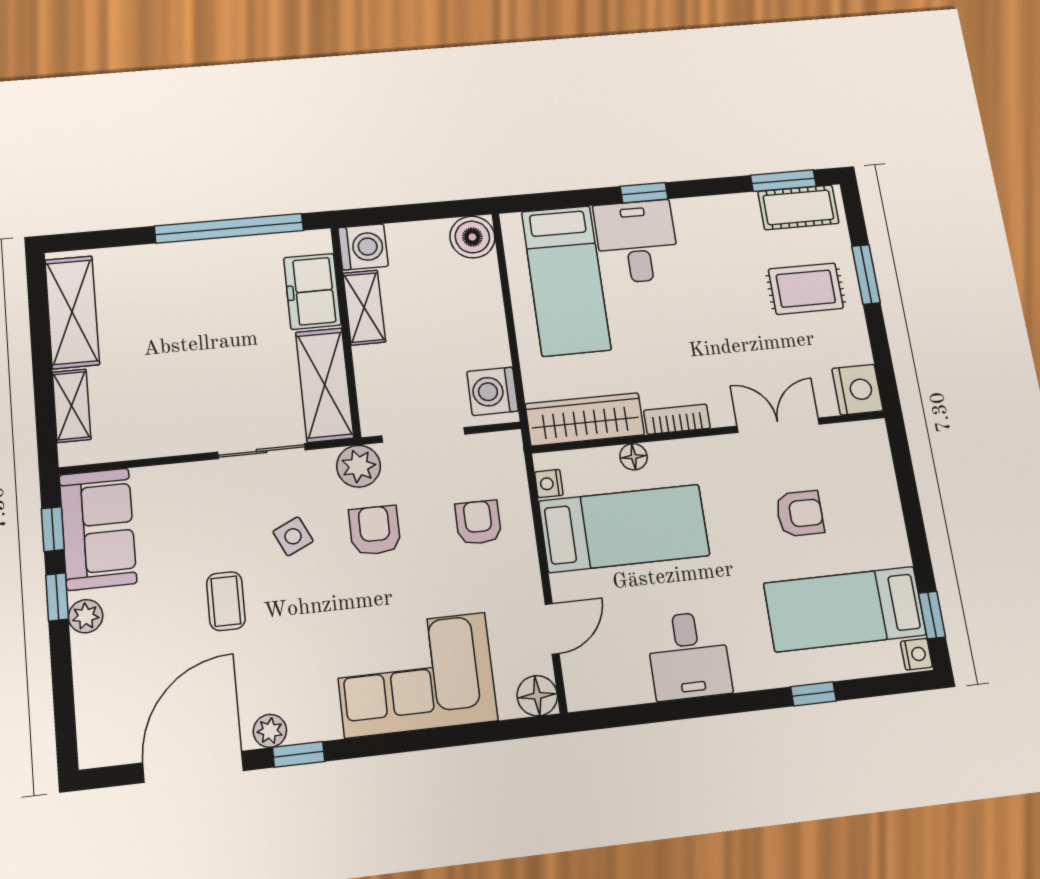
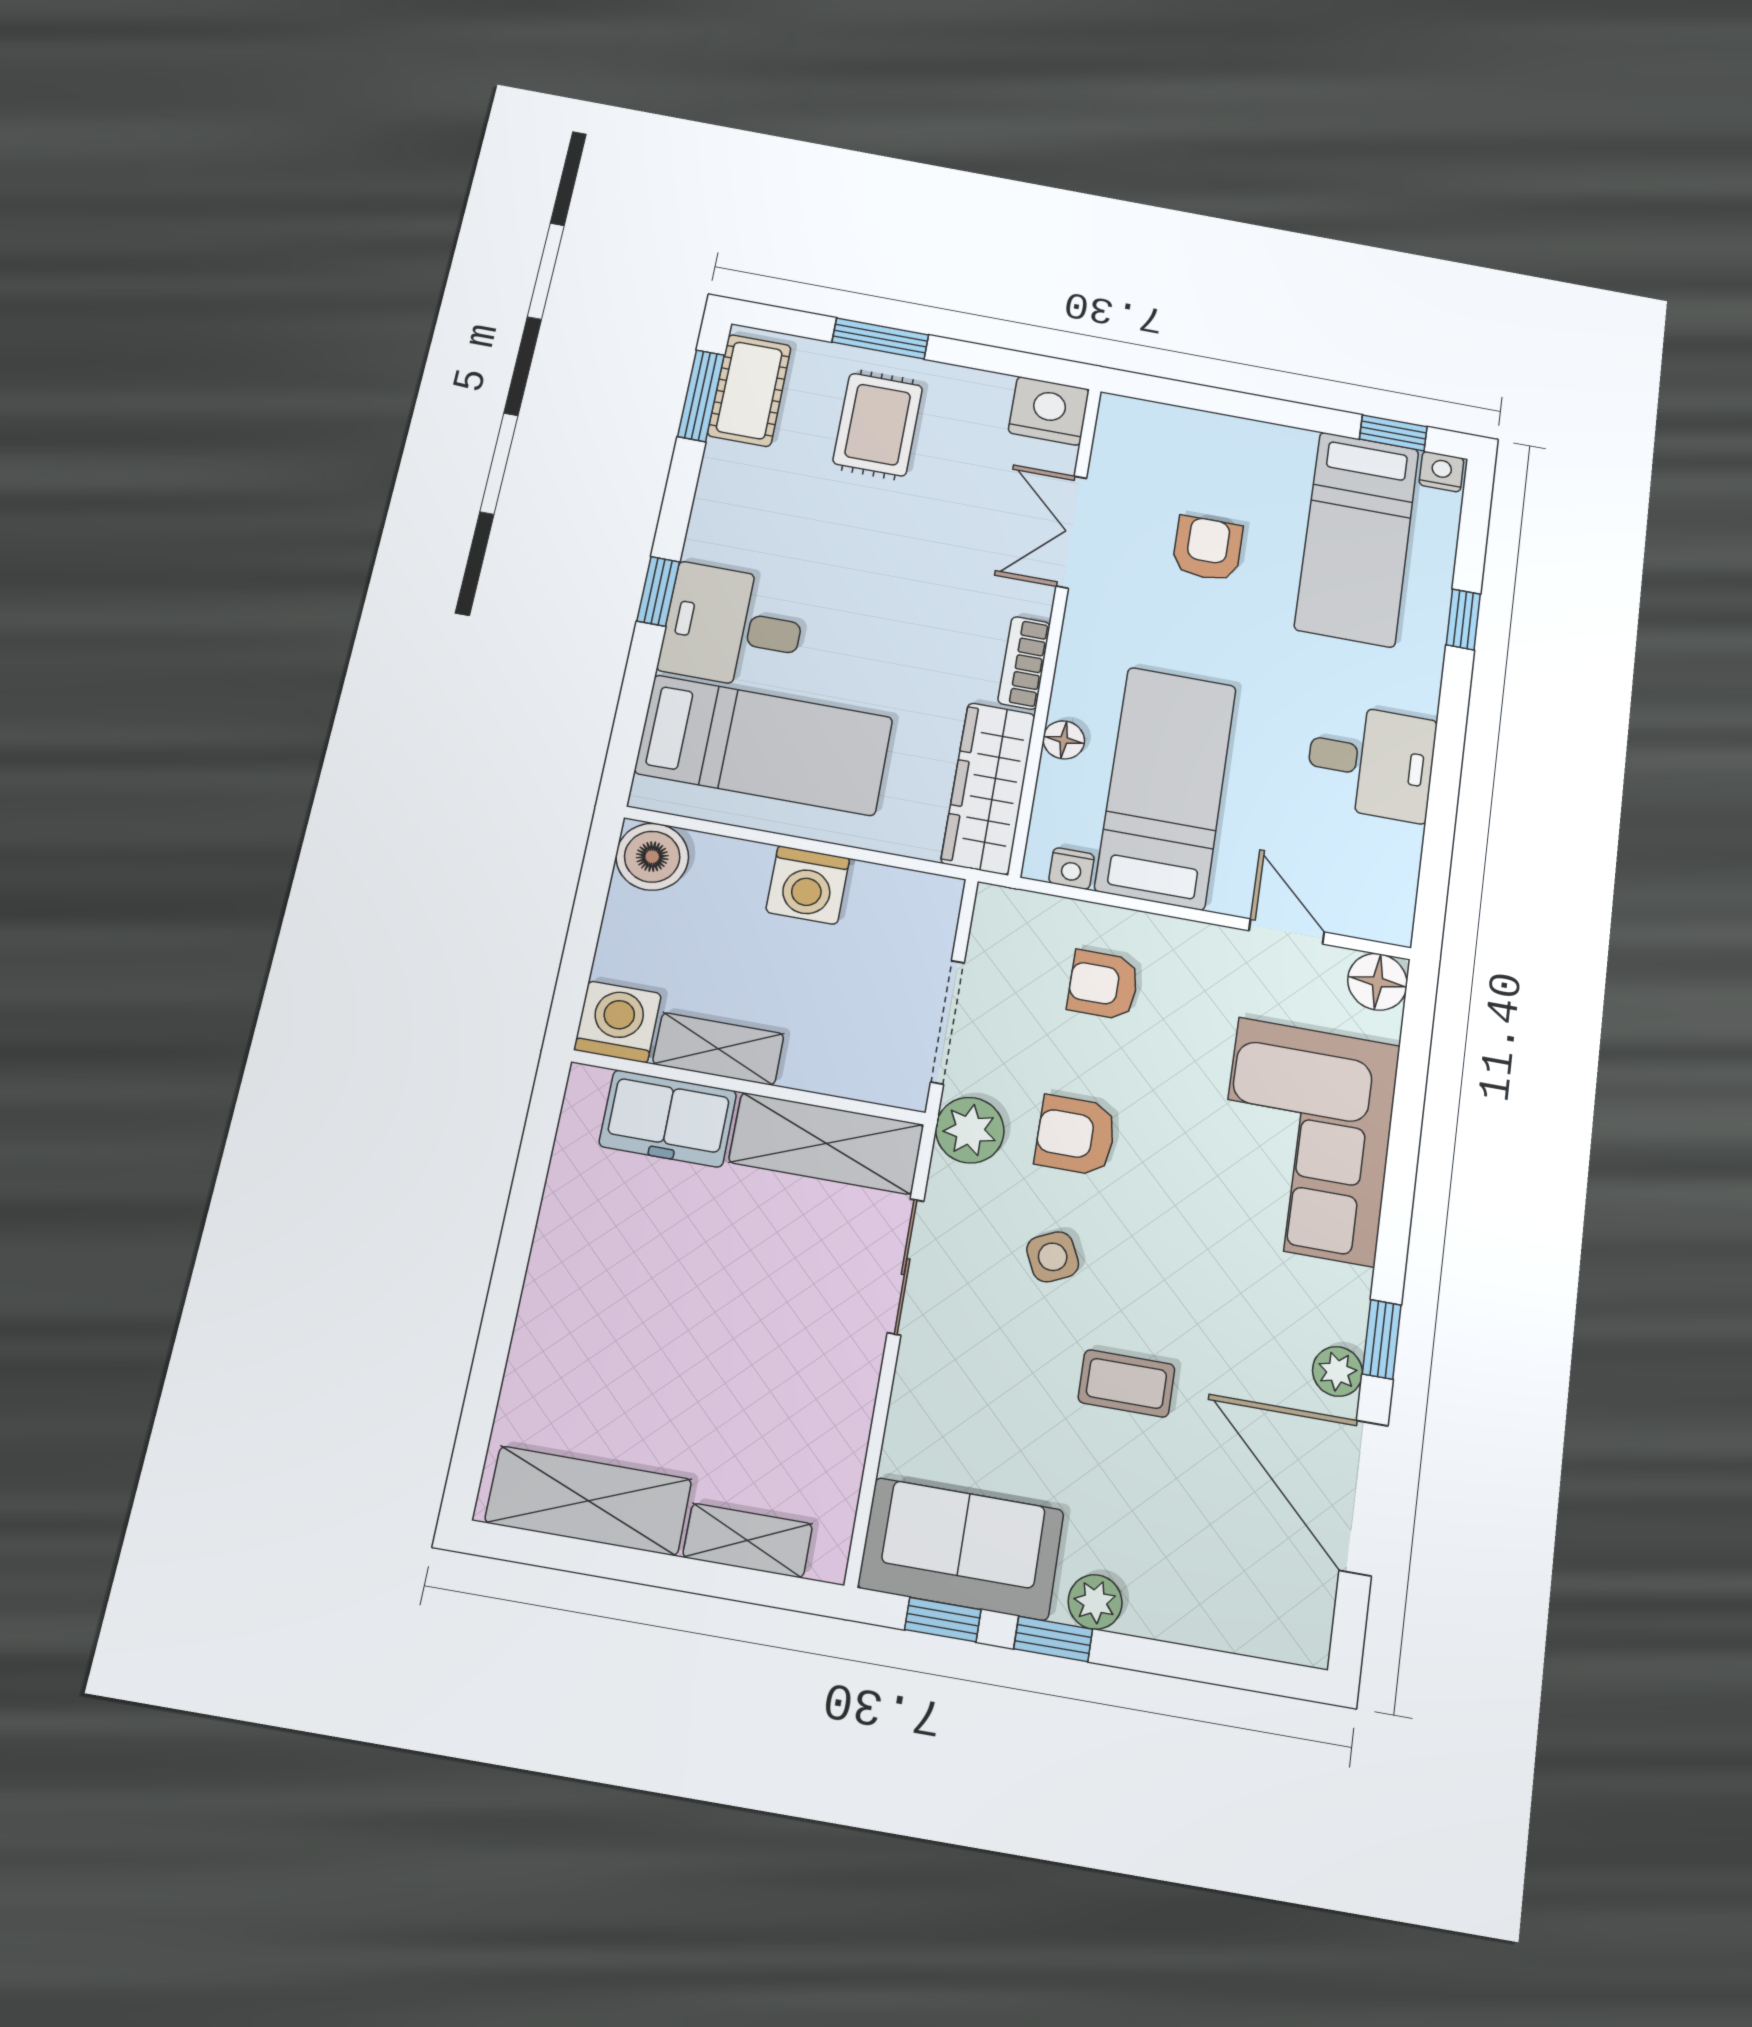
window: (229, 228) -> (522, 1216), removed
washing machine: (493, 391) -> (808, 885), moved

